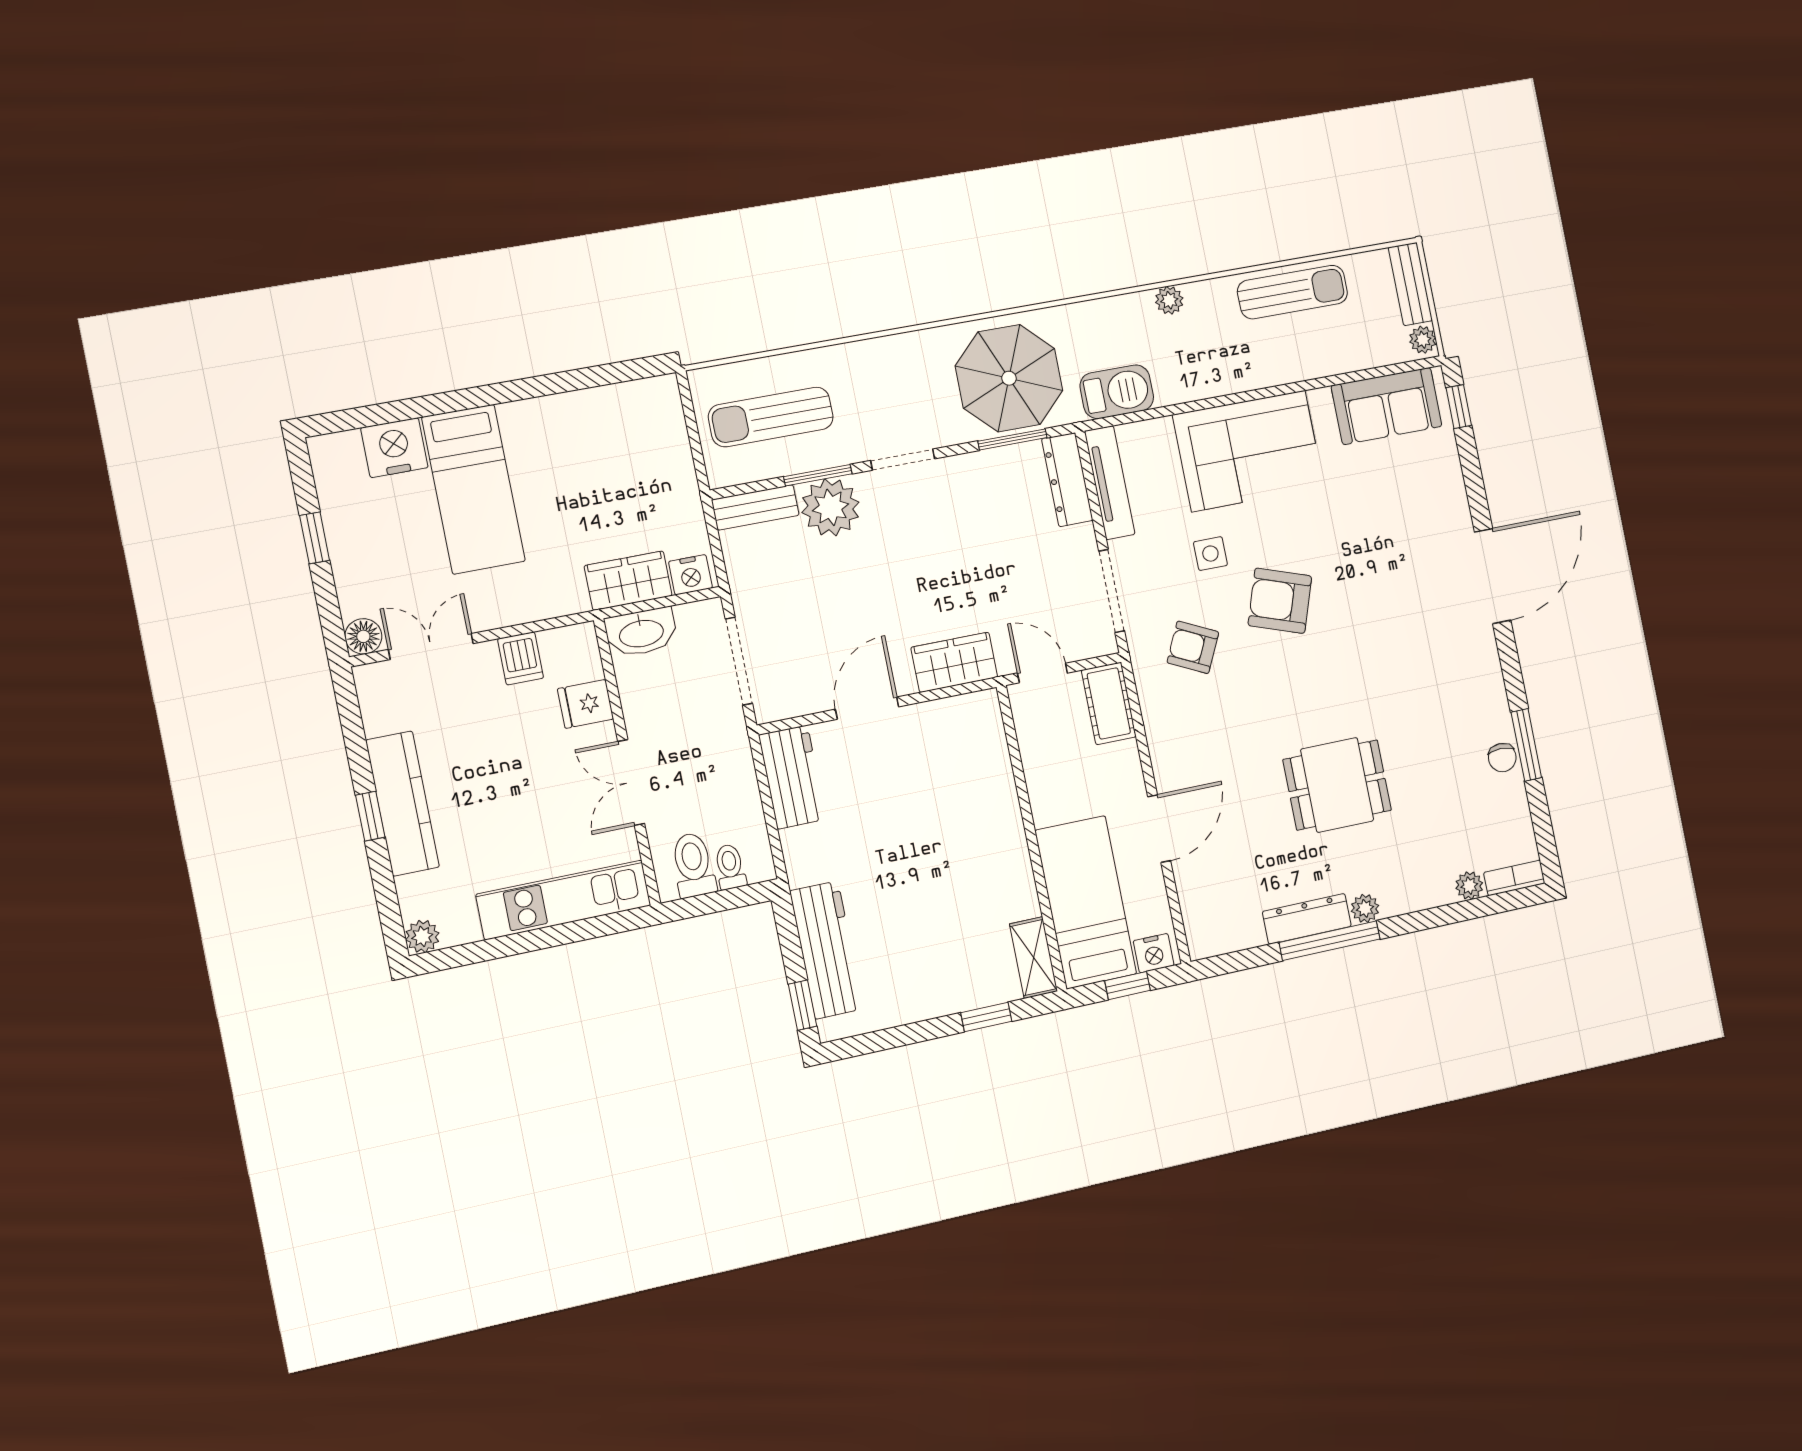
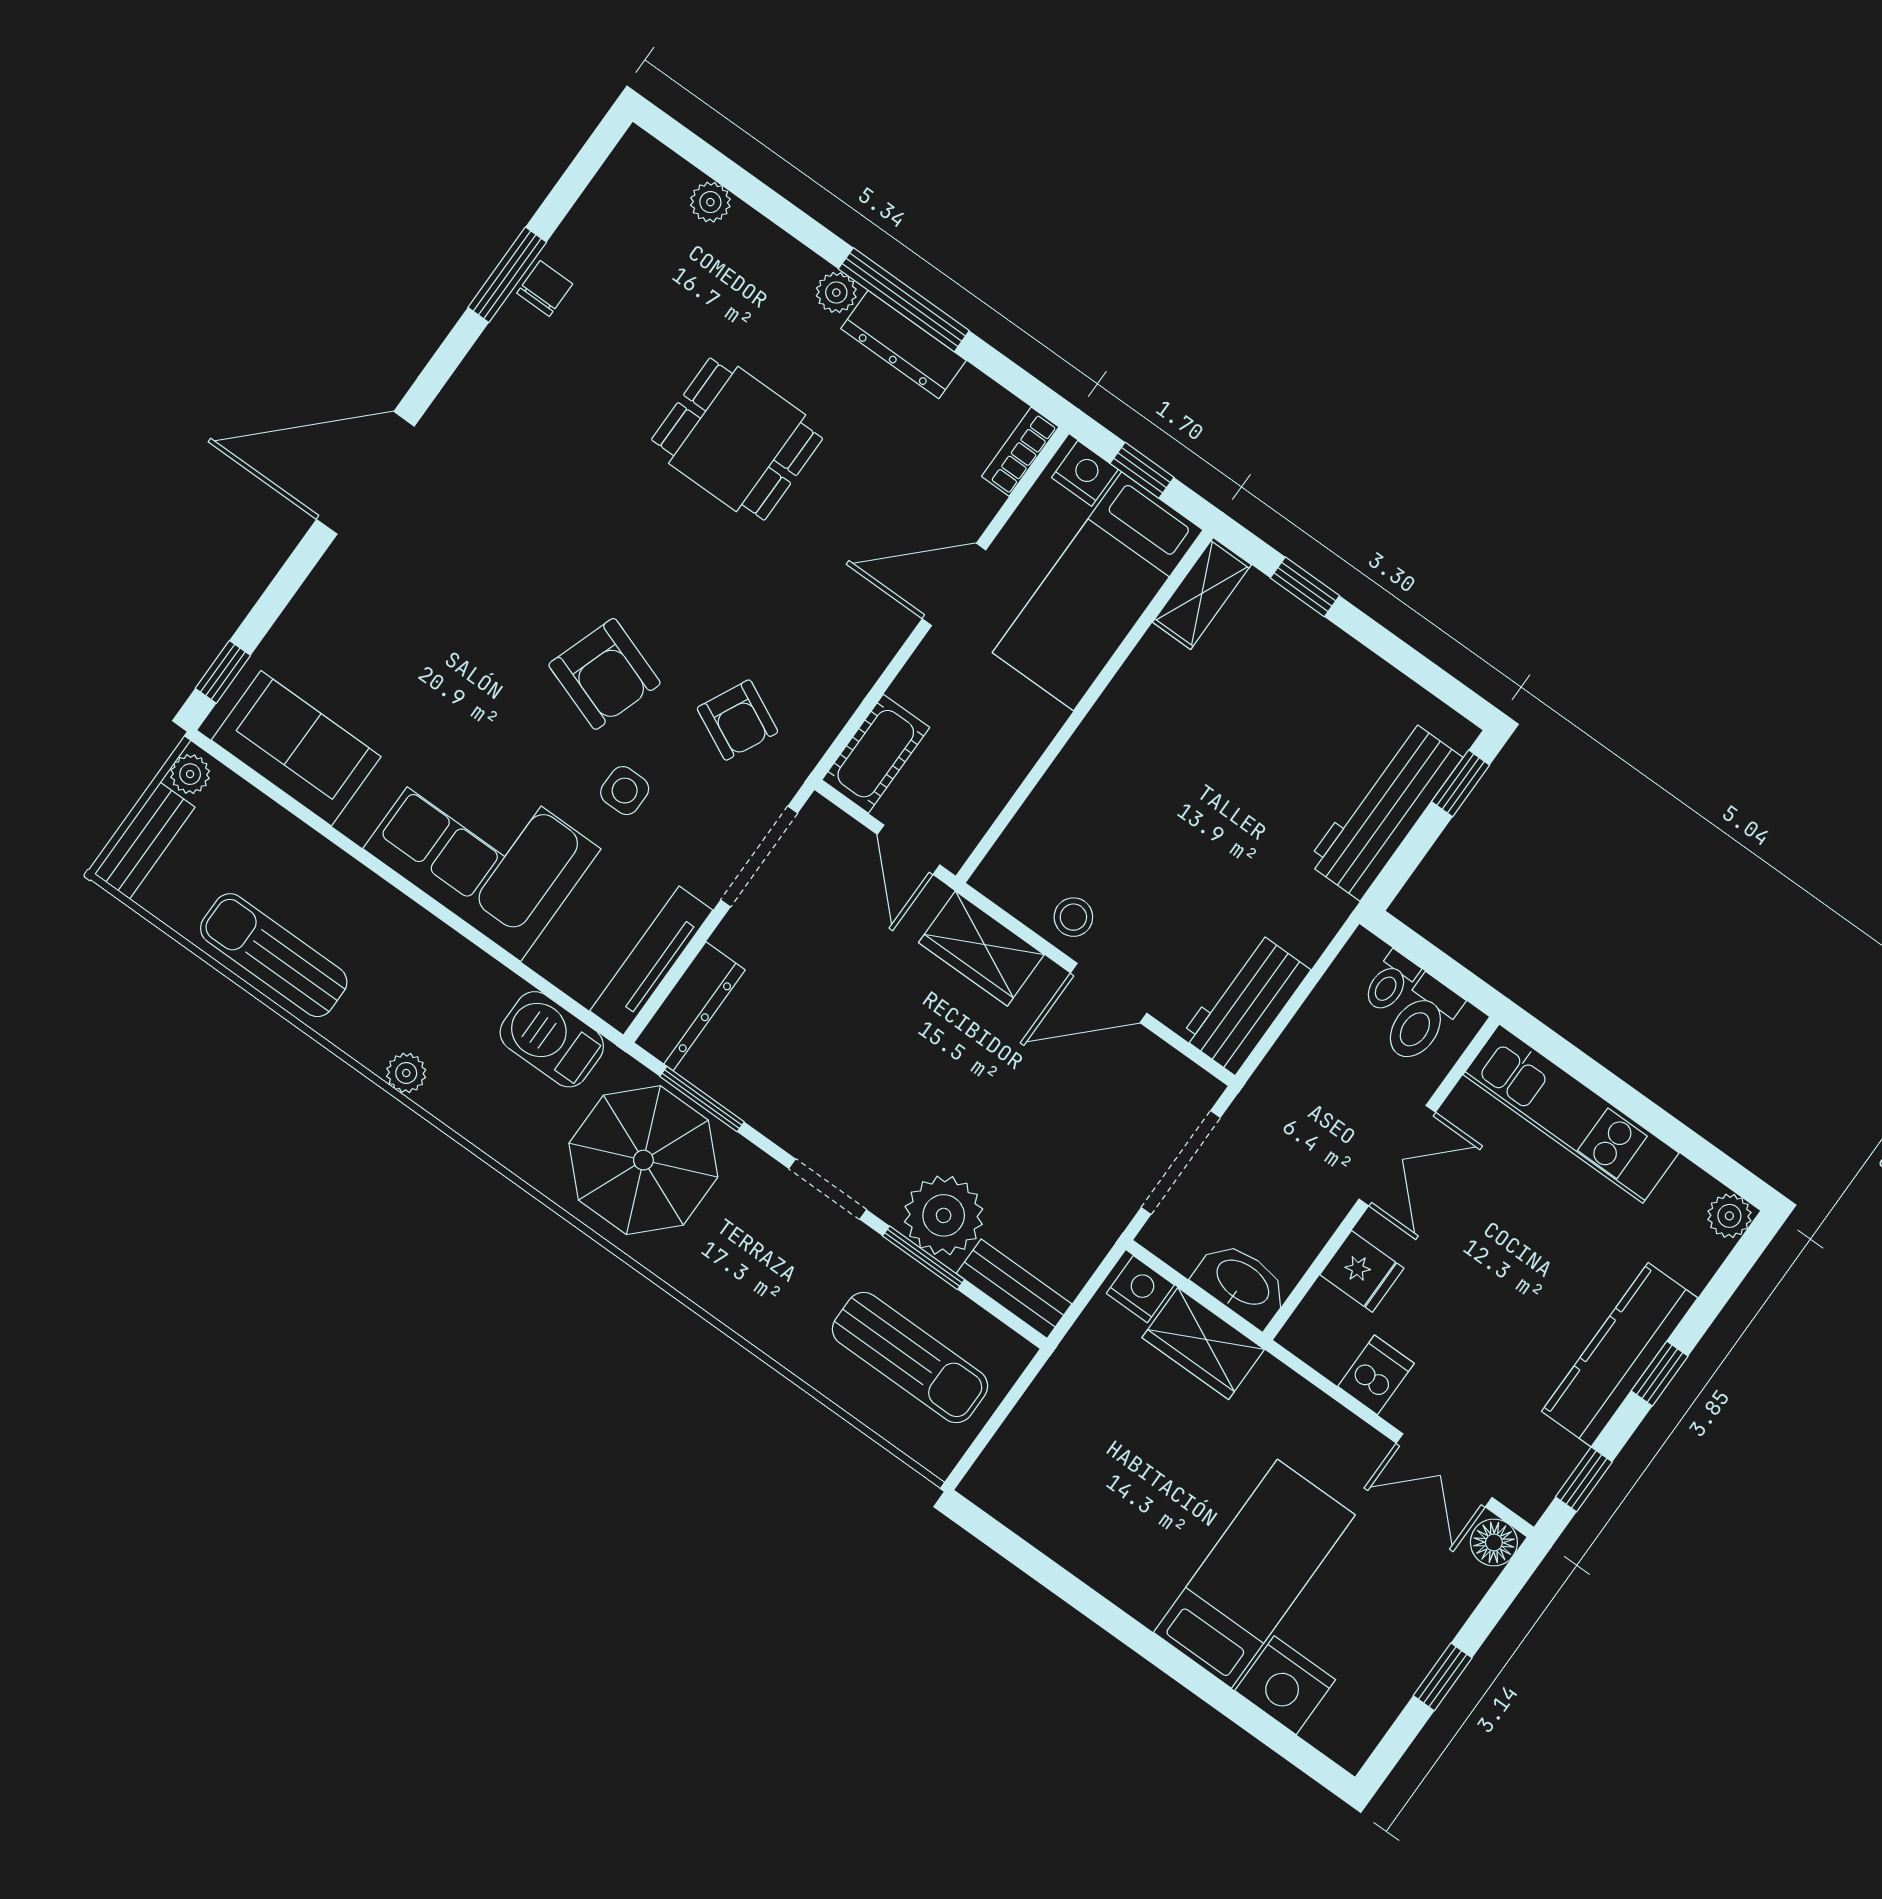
window: (351, 719) -> (1584, 1479), added
stool: (925, 727) -> (1073, 917), added
bookcase: (1514, 878) -> (1020, 452), moved, turned 90

